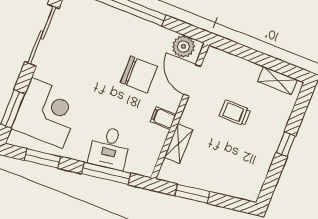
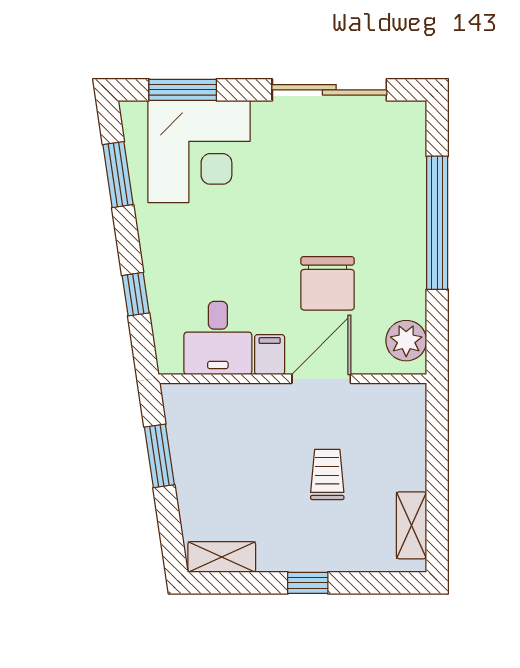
door: (192, 80) -> (321, 379), moved
shelving: (179, 144) -> (222, 557), moved
desk: (110, 148) -> (218, 338), moved, turned -82
window: (106, 173) -> (136, 294), width x0.46

